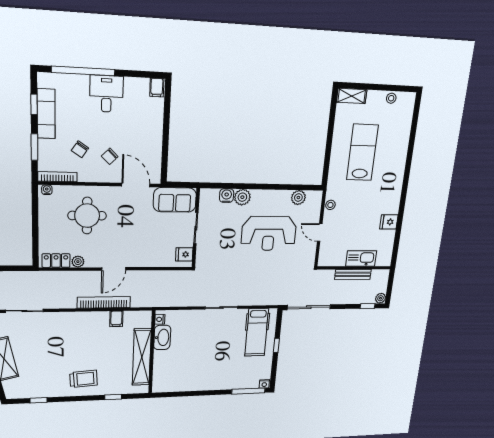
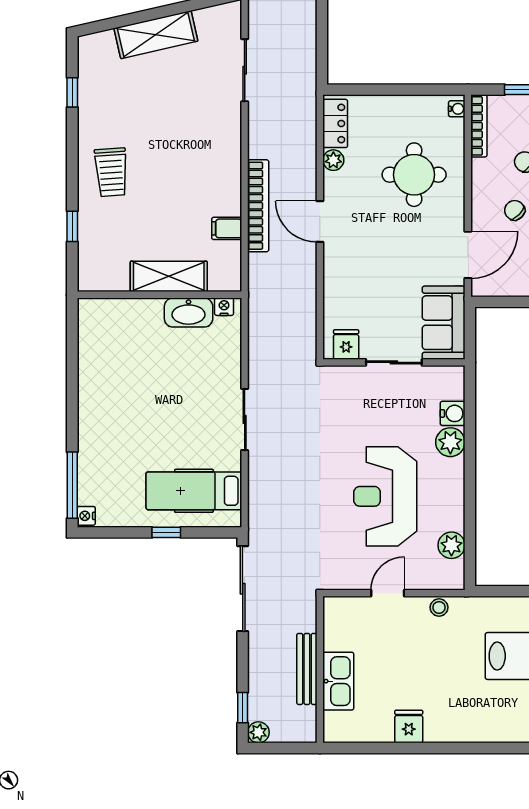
shelving: (142, 357) -> (169, 276), width x0.68

